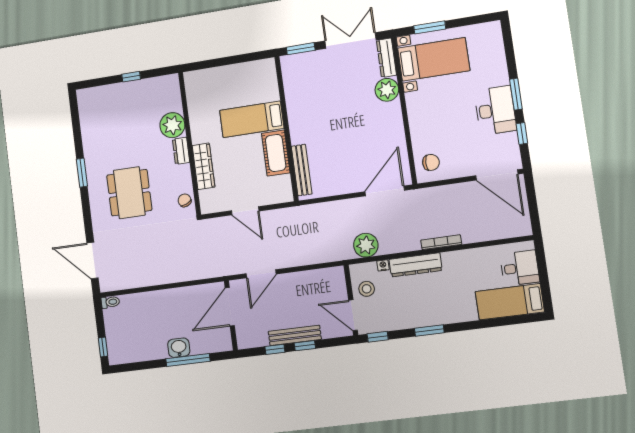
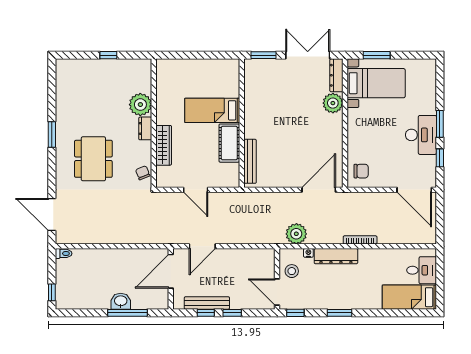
bench: (295, 335) -> (207, 303), moved

